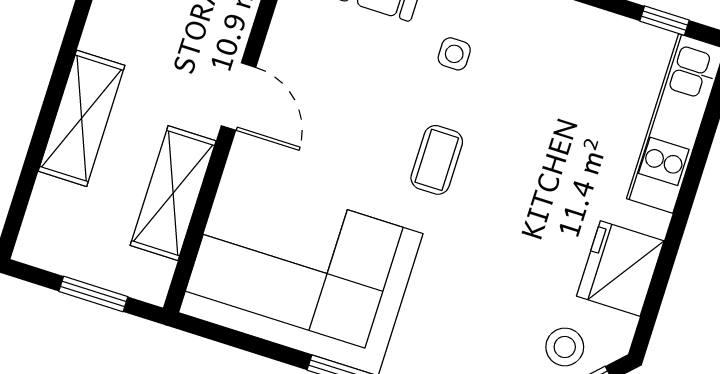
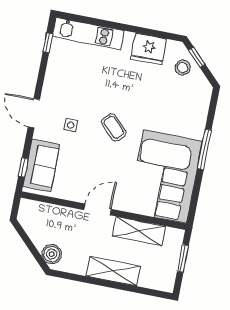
coffee table: (437, 160) -> (114, 127), turned 45

